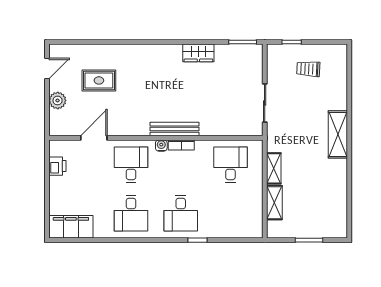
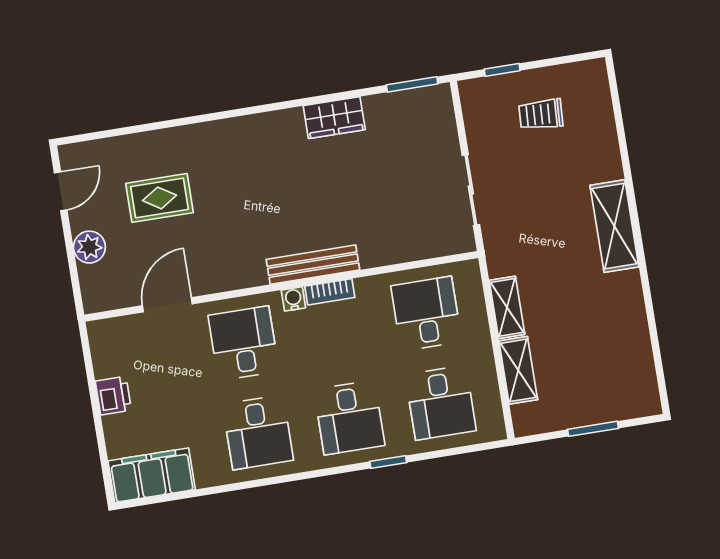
printer: (57, 166) -> (113, 396), moved
desk: (230, 213) -> (441, 403), added

